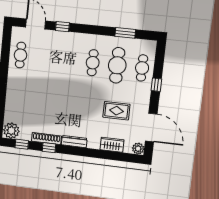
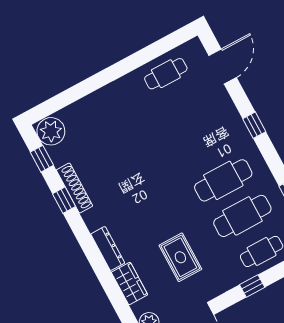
window: (62, 27) -> (254, 125), moved
cafe table: (93, 63) -> (223, 180), width x1.37, depth x1.35
dresser: (74, 142) -> (108, 249), moved

